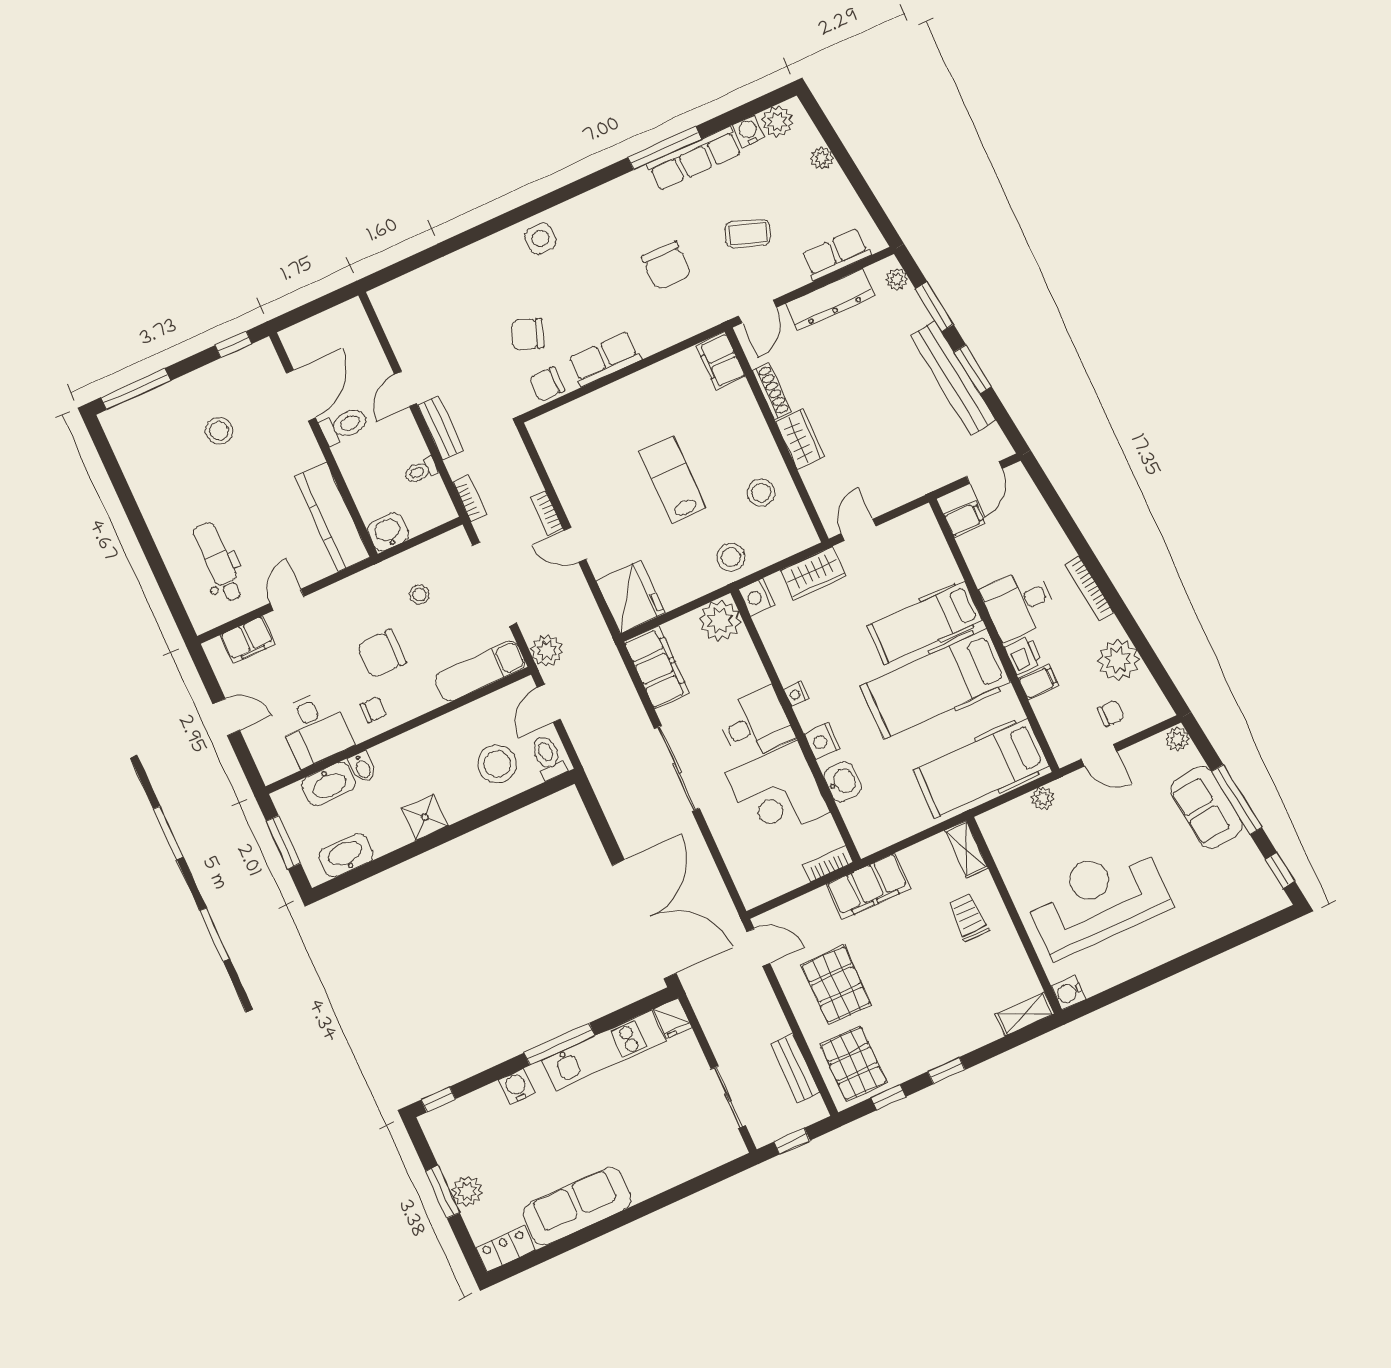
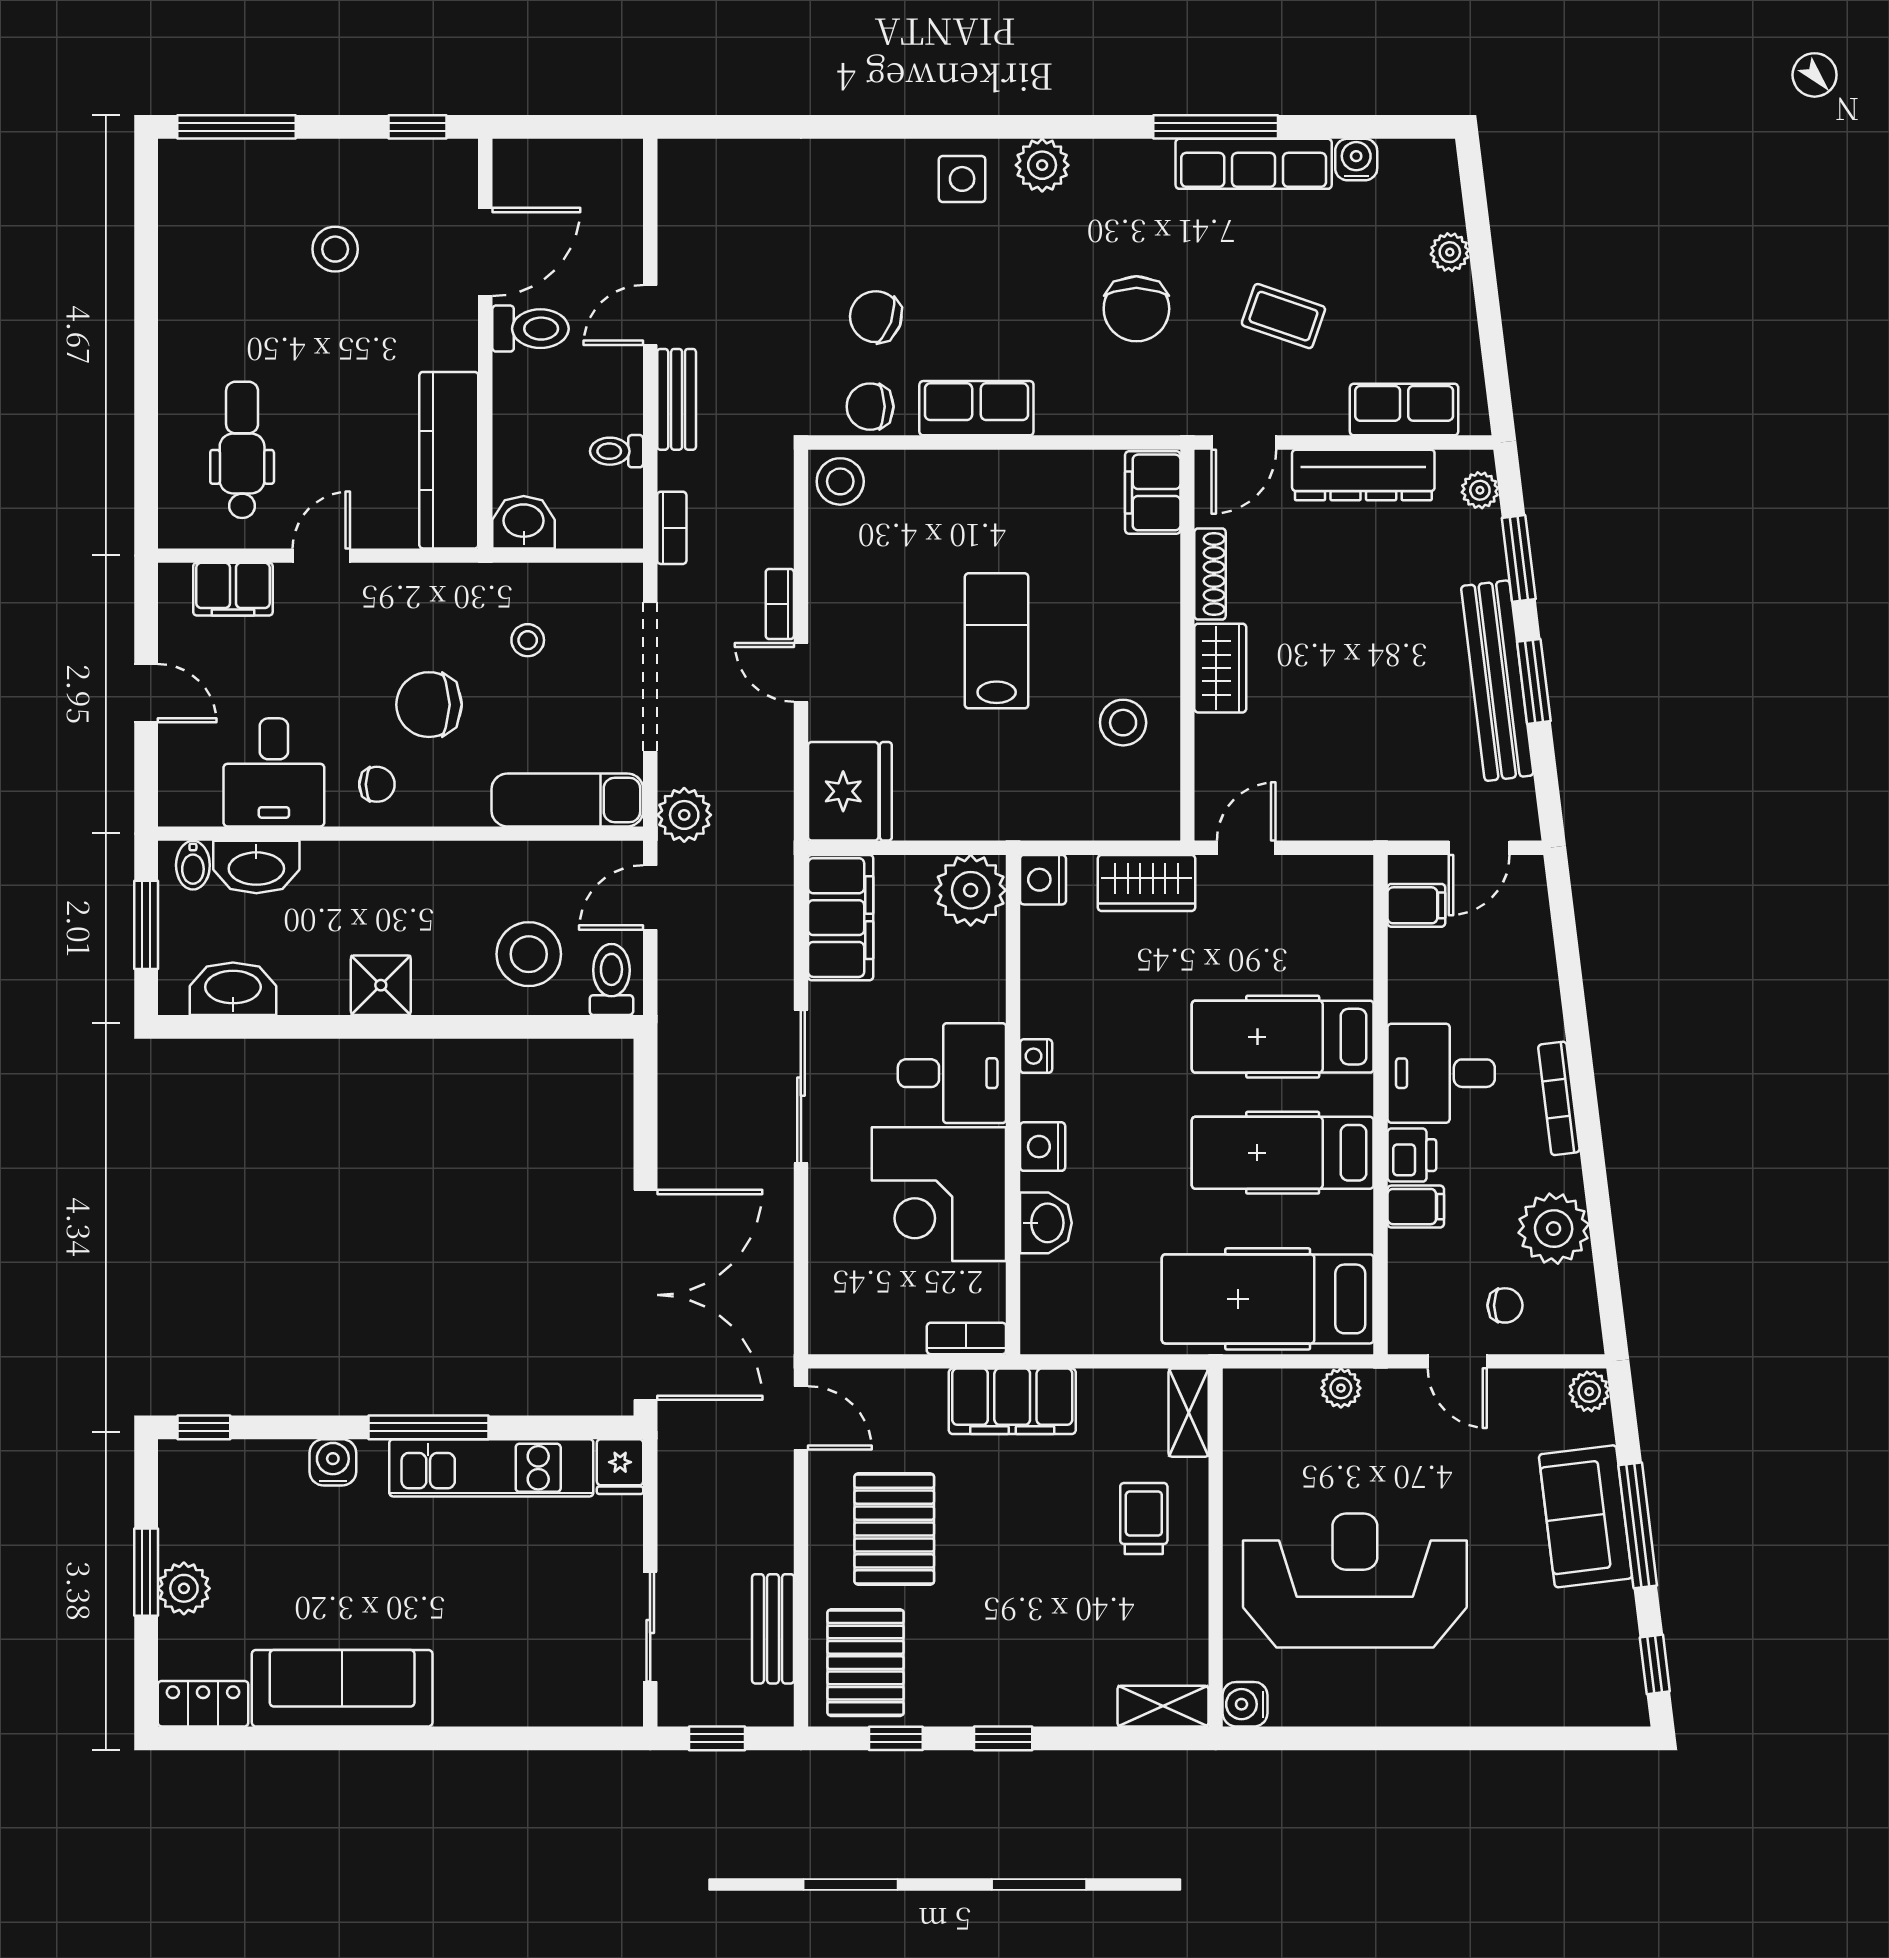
plant: (778, 122) -> (1042, 165), moved
stool: (731, 557) -> (840, 481), moved
hospital bed: (935, 684) -> (1283, 1153), width x0.73, depth x0.78
bidet: (362, 767) -> (193, 865), moved

